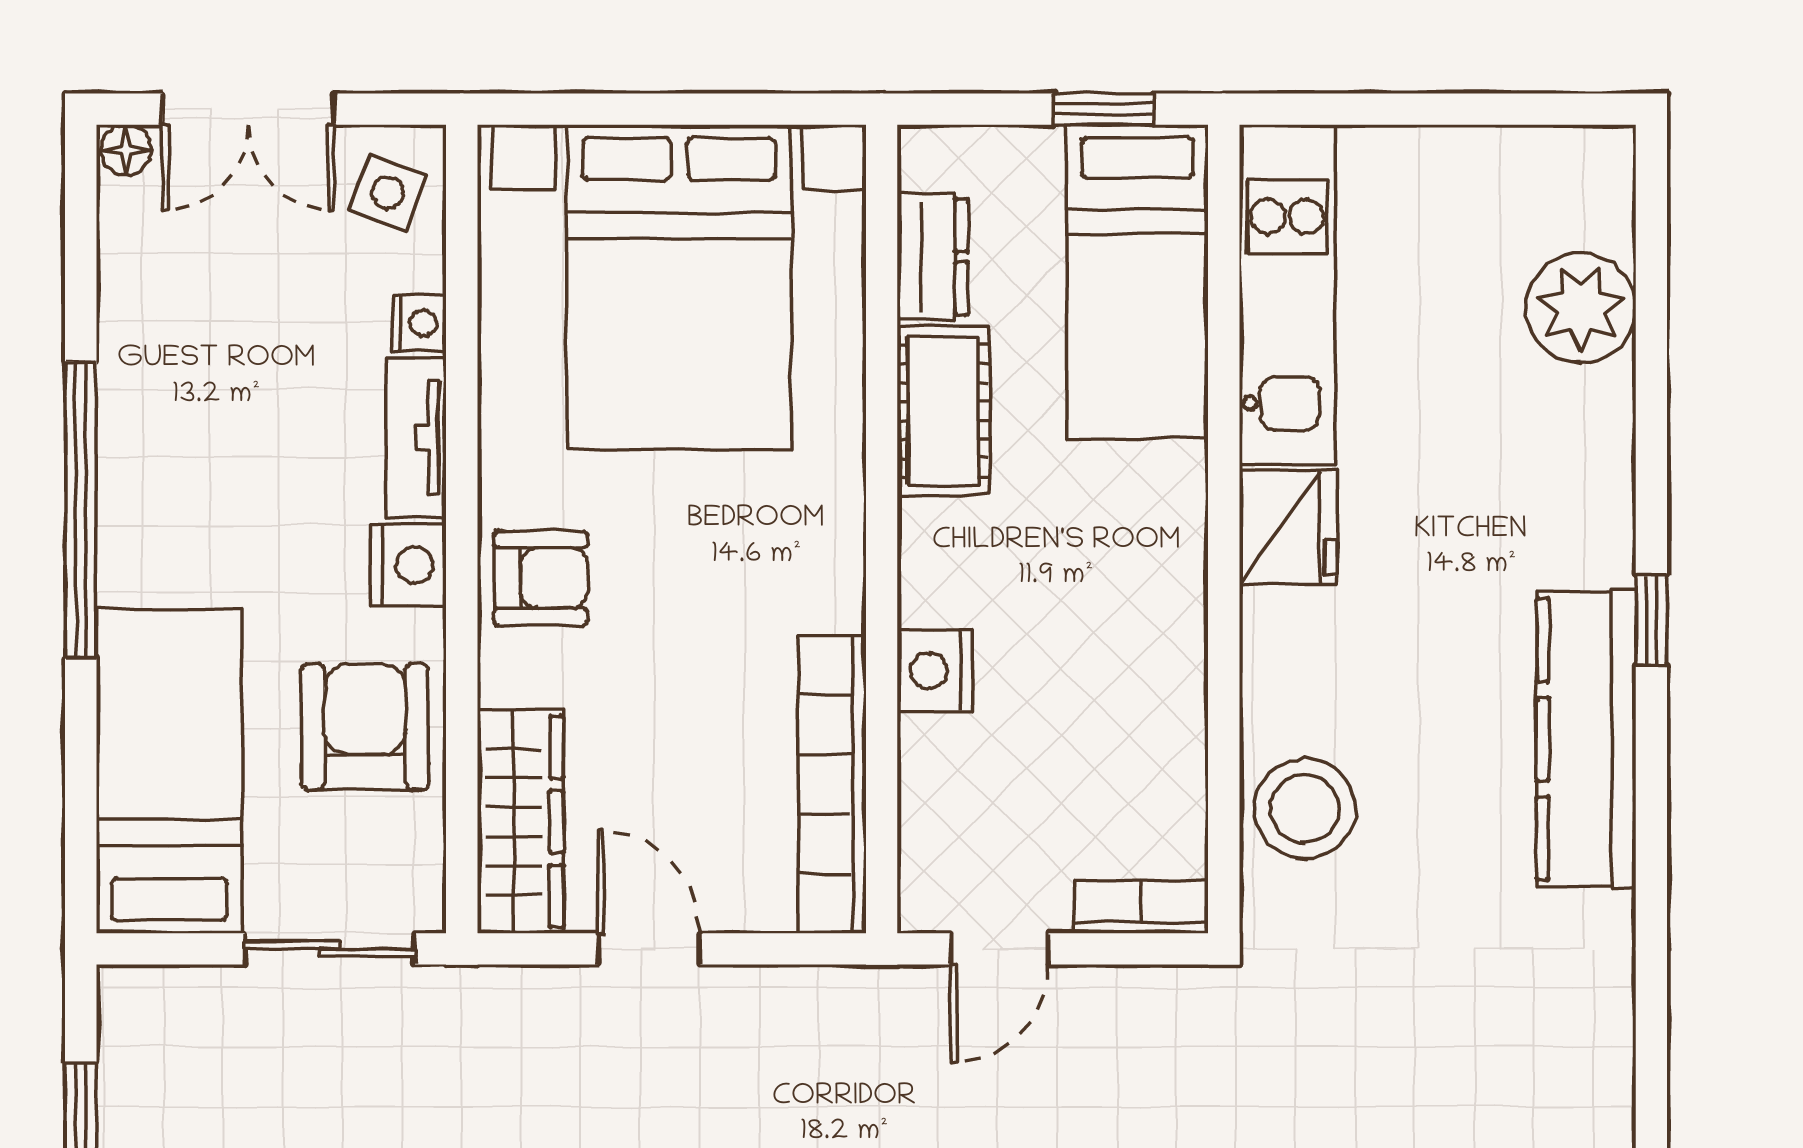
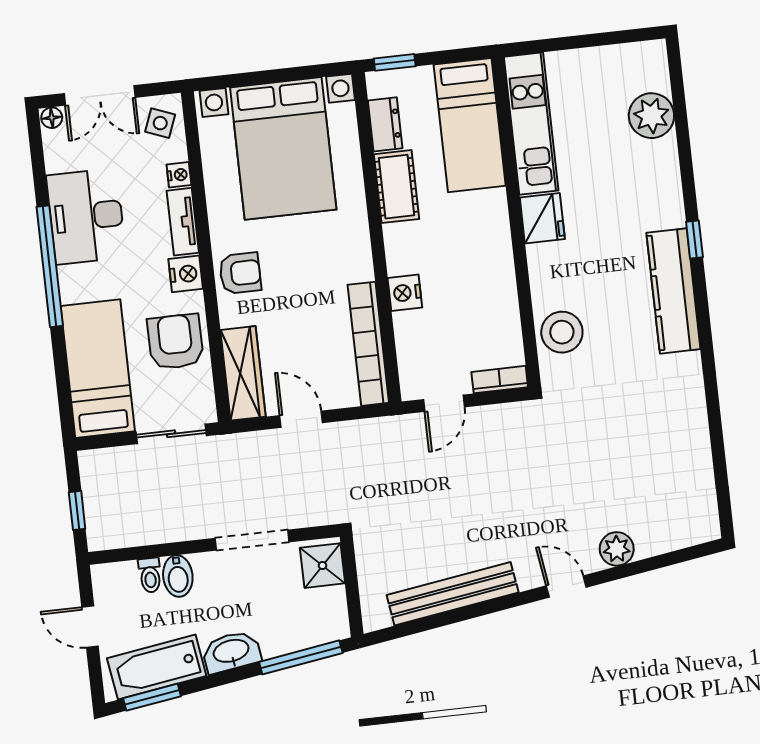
window: (1104, 109) -> (395, 62), moved
desk: (183, 399) -> (86, 216), added

